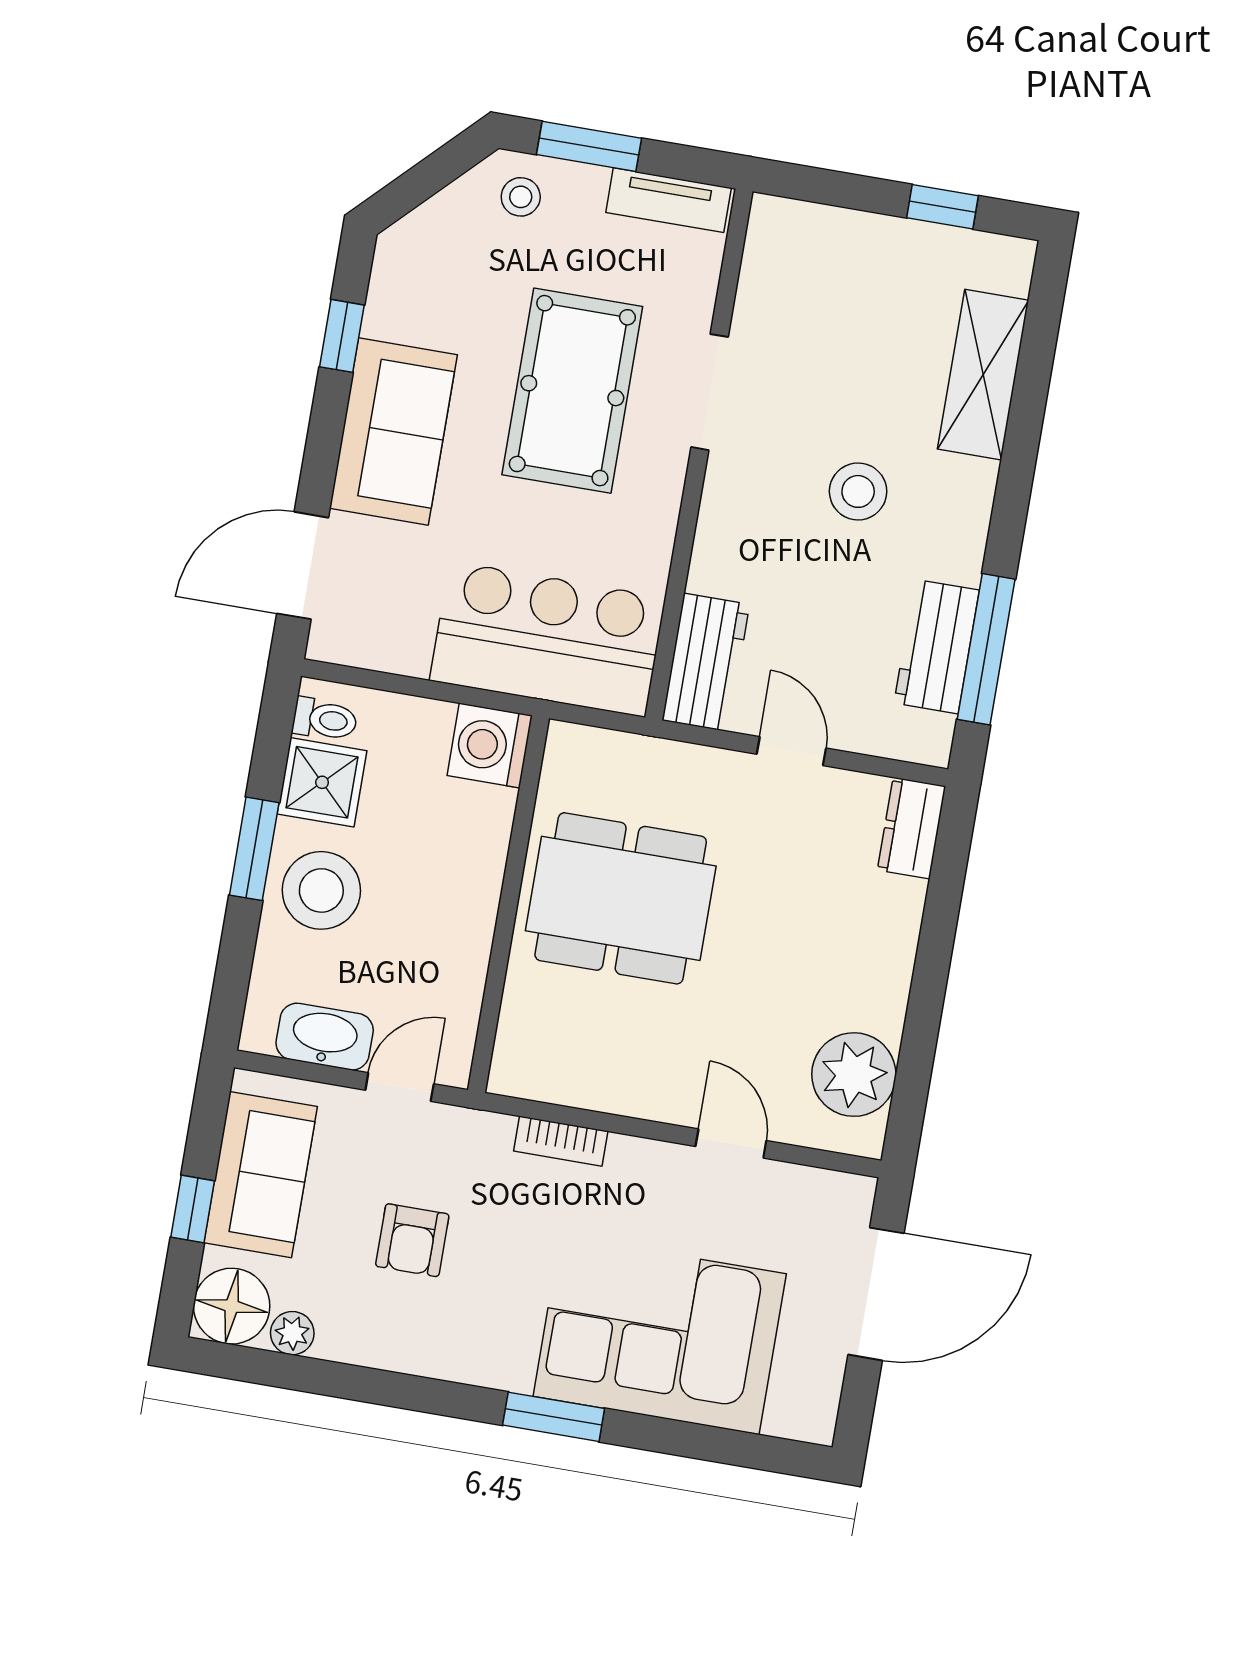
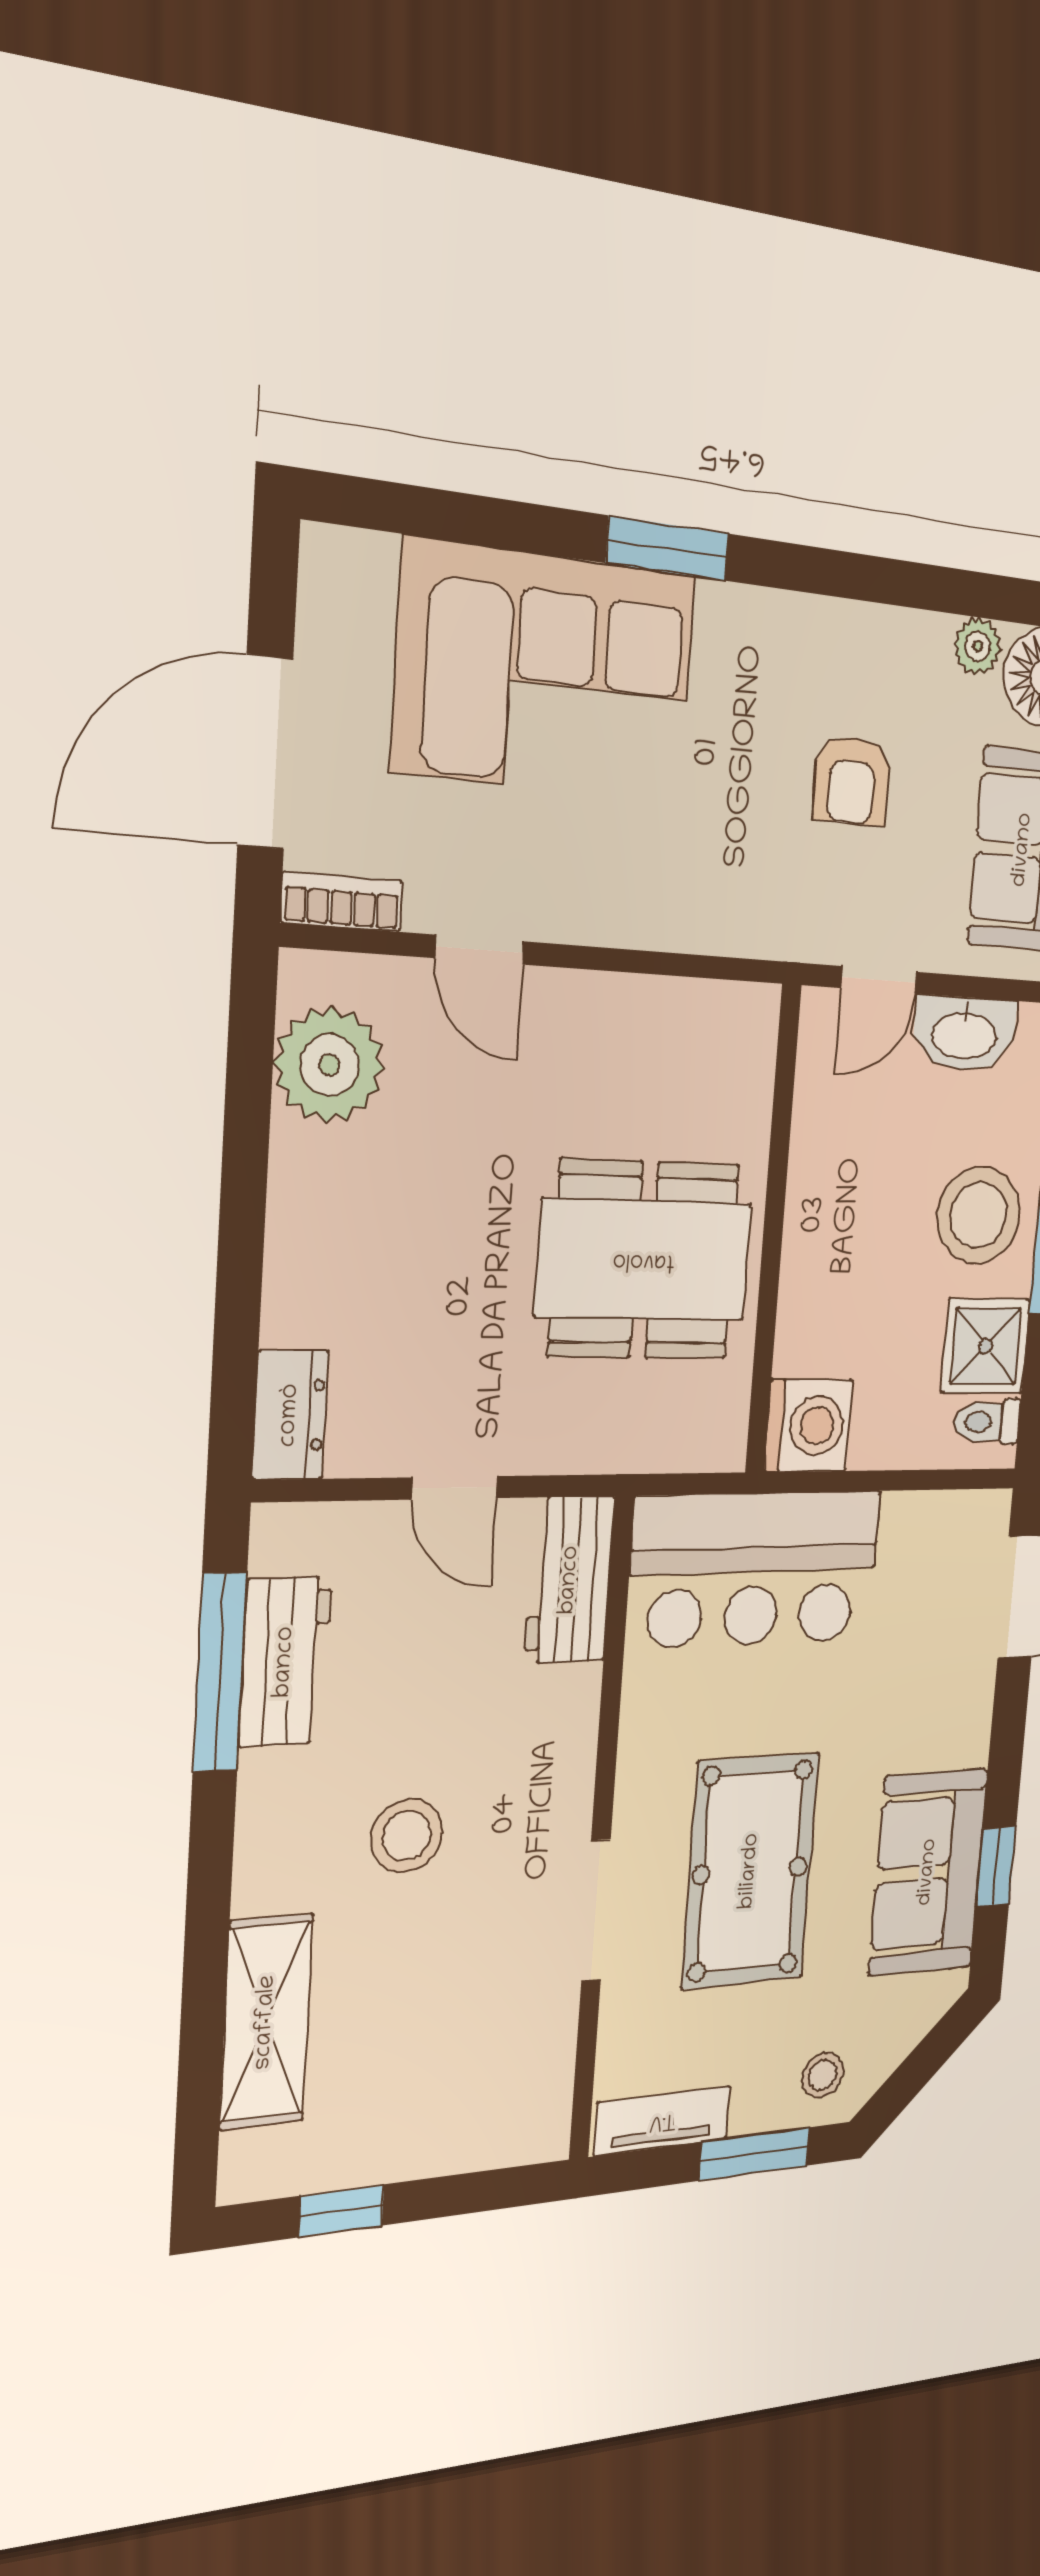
sofa: (393, 432) -> (928, 1872), moved
bookcase: (561, 1141) -> (342, 902), moved
armchair: (412, 1240) -> (851, 780), turned 180

